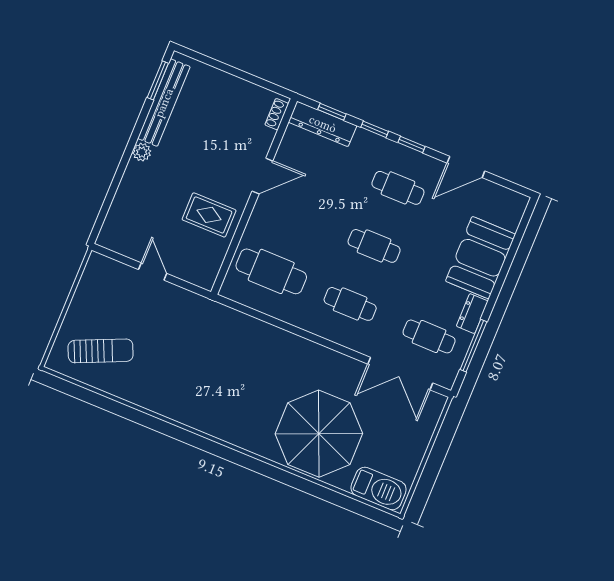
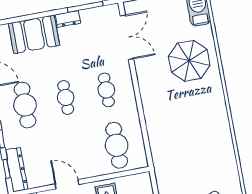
cafe table: (398, 188) -> (25, 105), width x1.37, depth x1.35
cafe table: (429, 336) -> (96, 35), removed
parasol: (319, 434) -> (189, 61), width x0.73, depth x0.73

